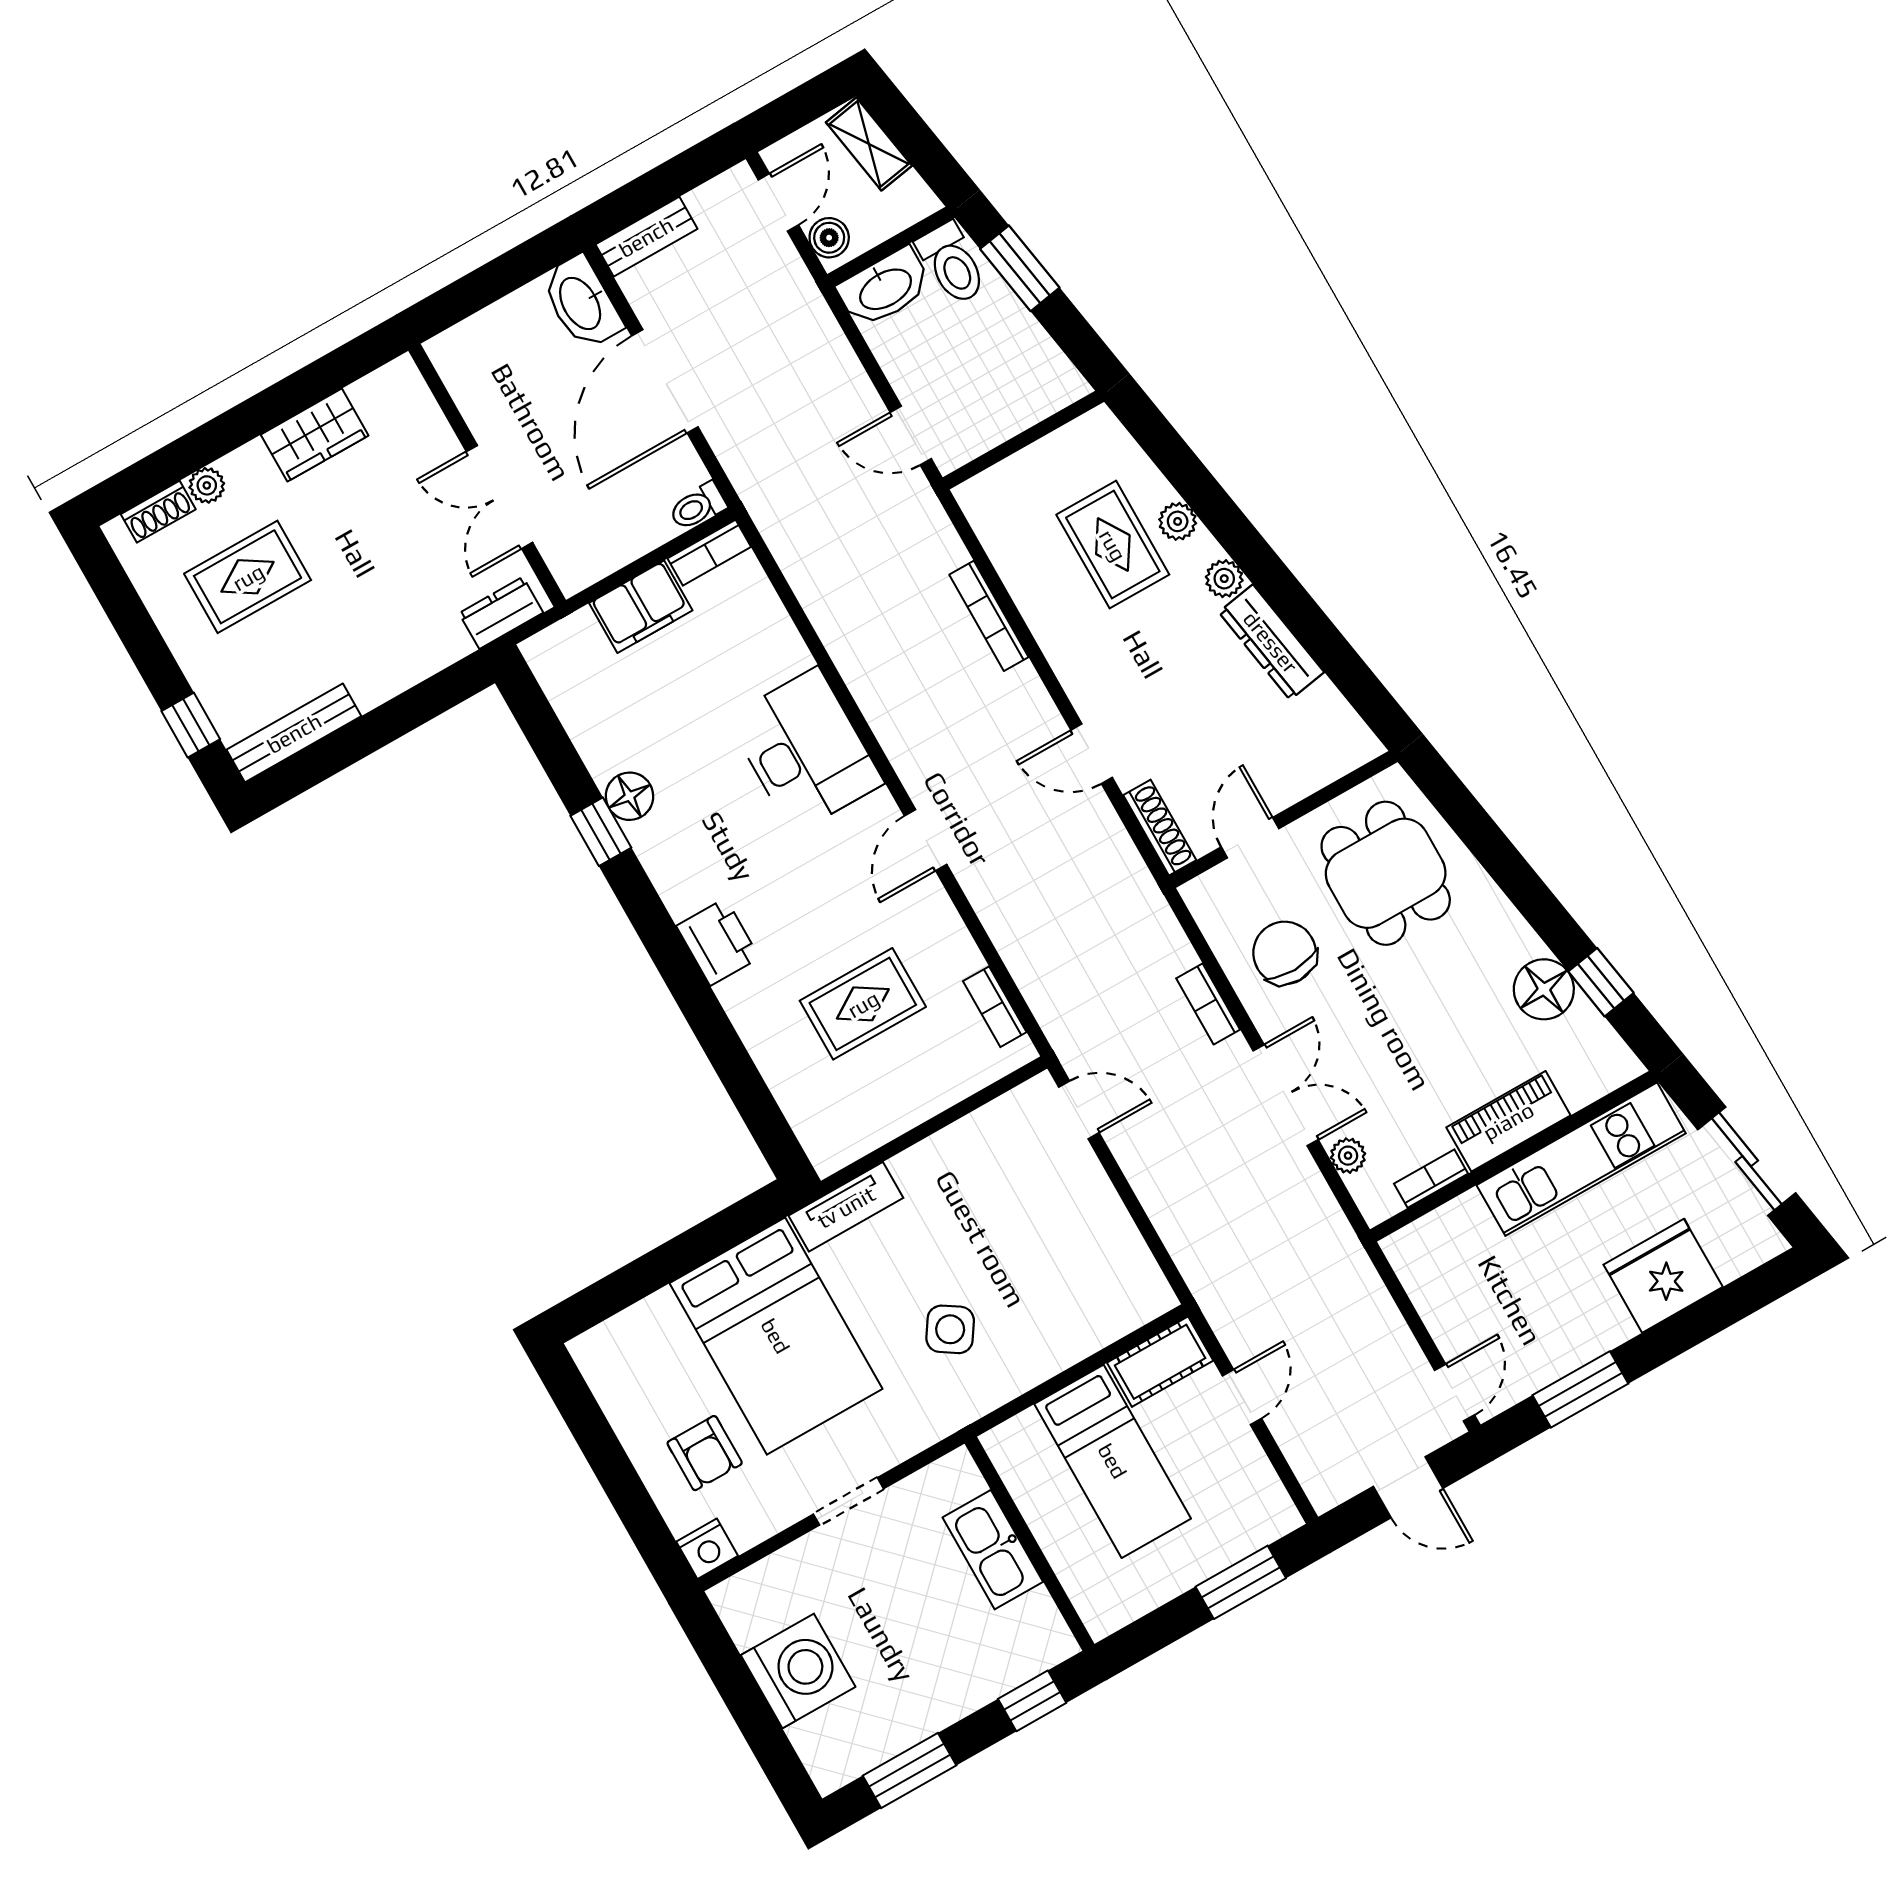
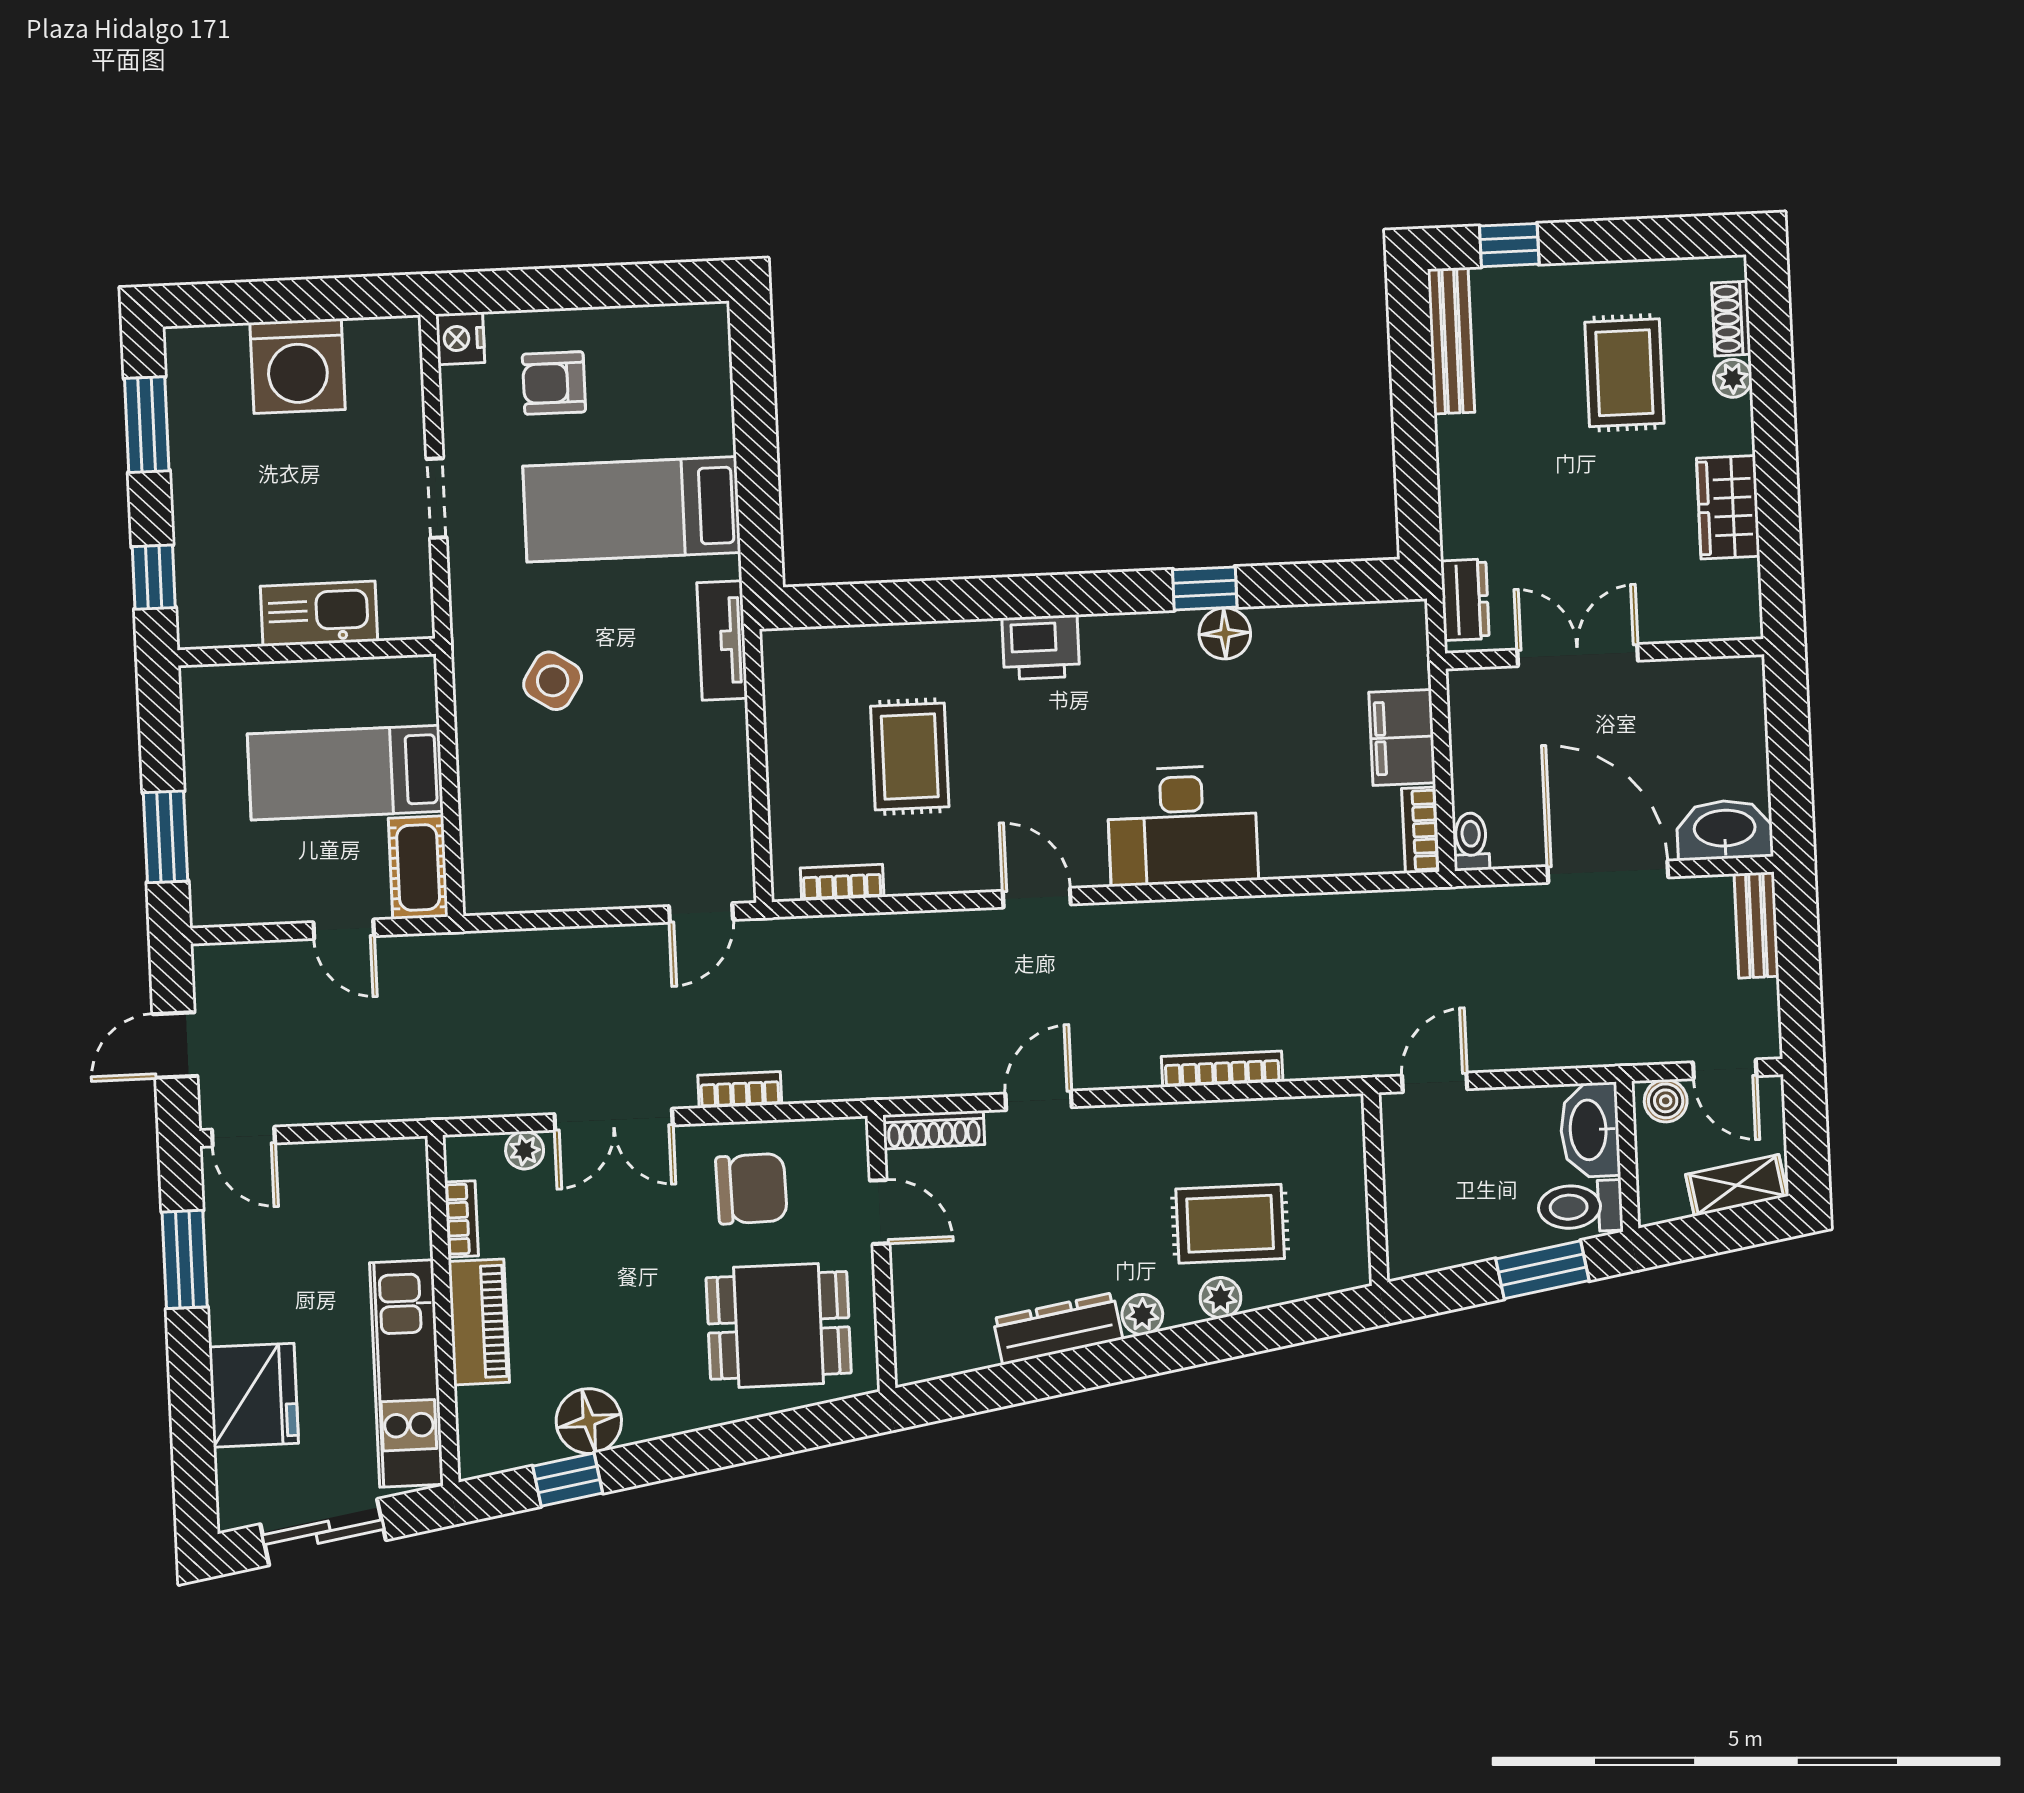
bed: (776, 1336) -> (632, 509), width x0.67

